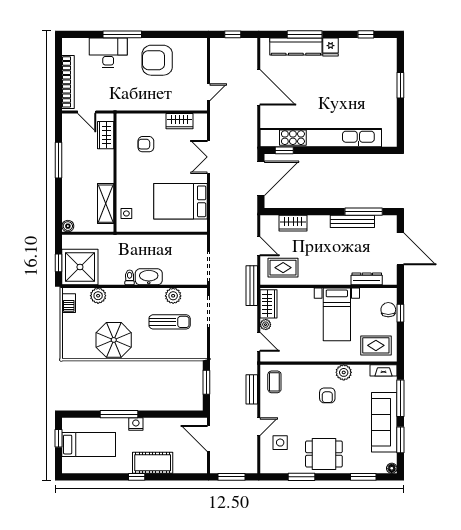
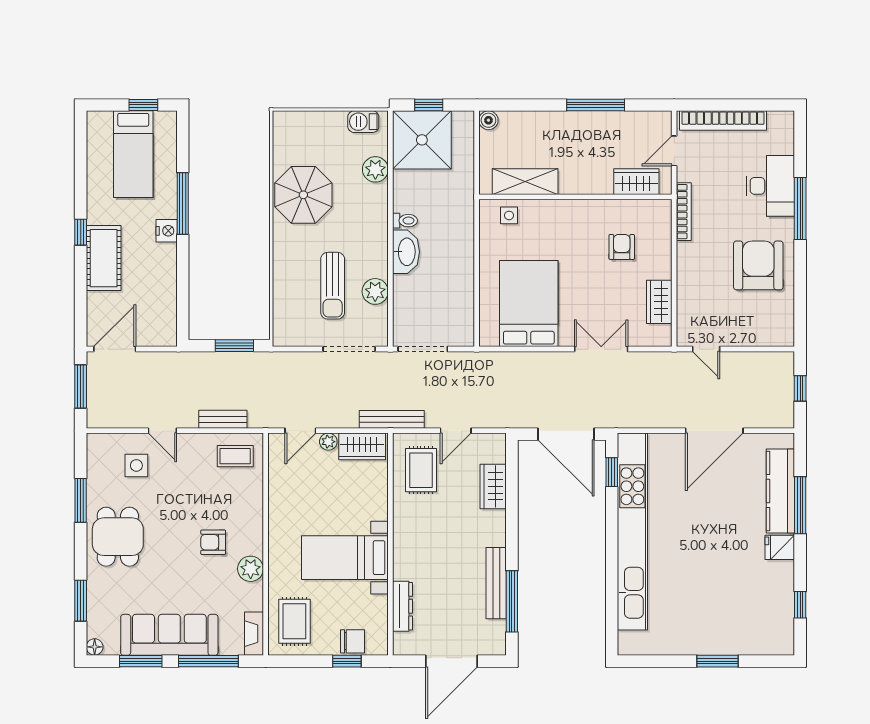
bookcase: (124, 106) -> (684, 212), added
door: (209, 438) -> (115, 349), moved

